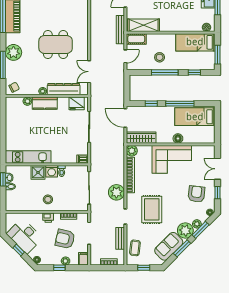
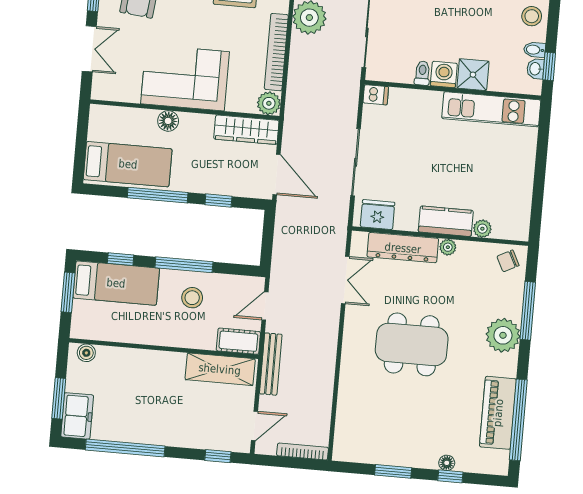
bed: (195, 42) -> (116, 283), moved
stool: (48, 199) -> (532, 16), moved

